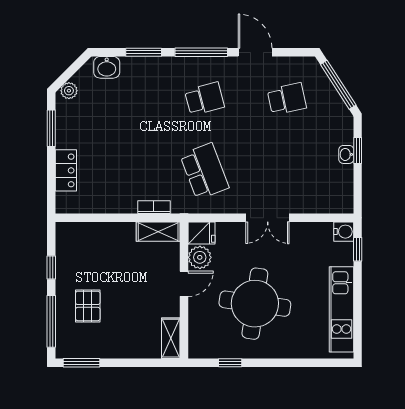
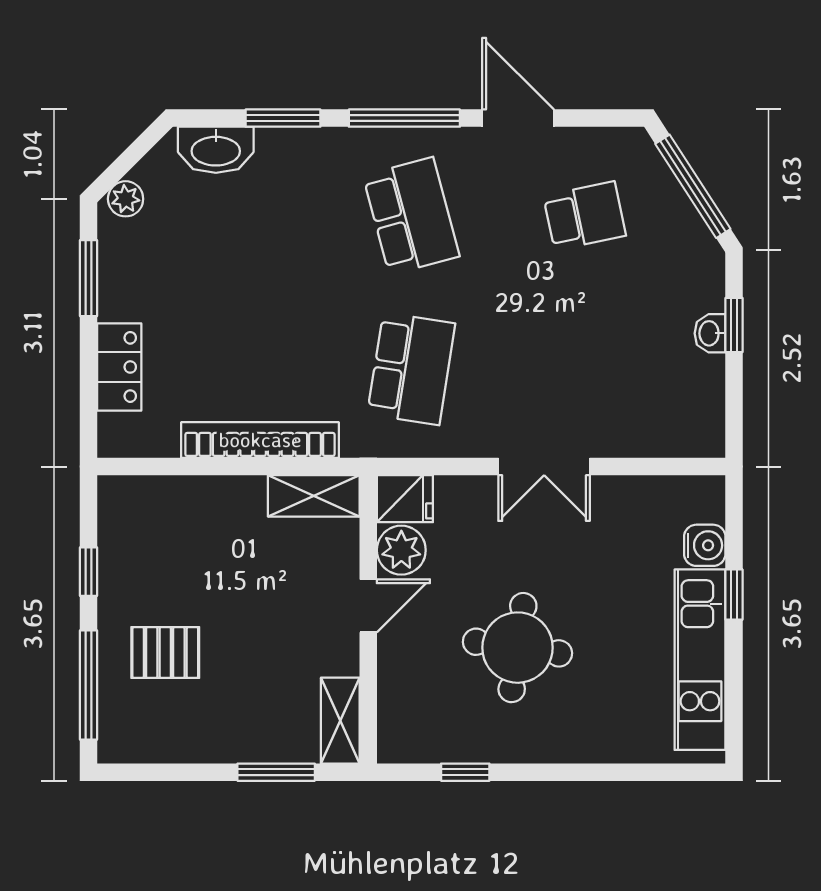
washbasin: (107, 67) -> (216, 150), width x1.38
school desk: (204, 99) -> (411, 216), width x1.85
school desk: (204, 171) -> (411, 369), turned 30
bookcase: (154, 207) -> (260, 440), width x2.31, depth x1.31
water cooler: (344, 232) -> (705, 545), moved
window: (358, 249) -> (734, 595), moved
round table: (255, 304) -> (517, 648), width x0.73, depth x0.73
pallet: (88, 306) -> (165, 653), turned 90
window: (82, 363) -> (276, 772), moved

